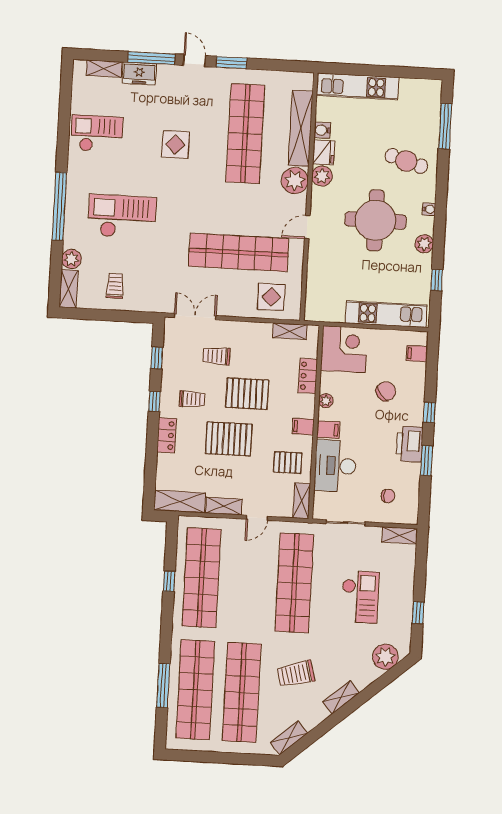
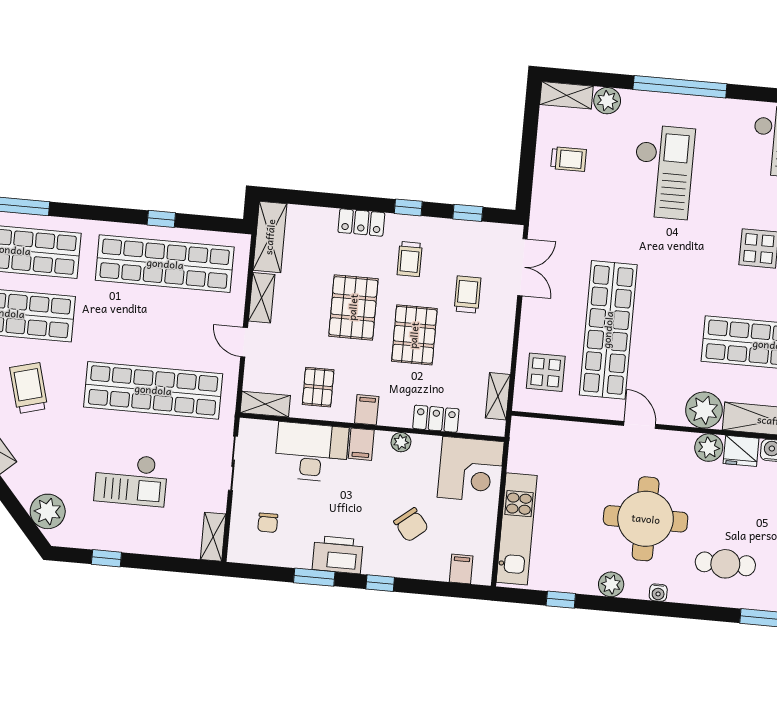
cafe table: (406, 161) -> (725, 564), turned 73

